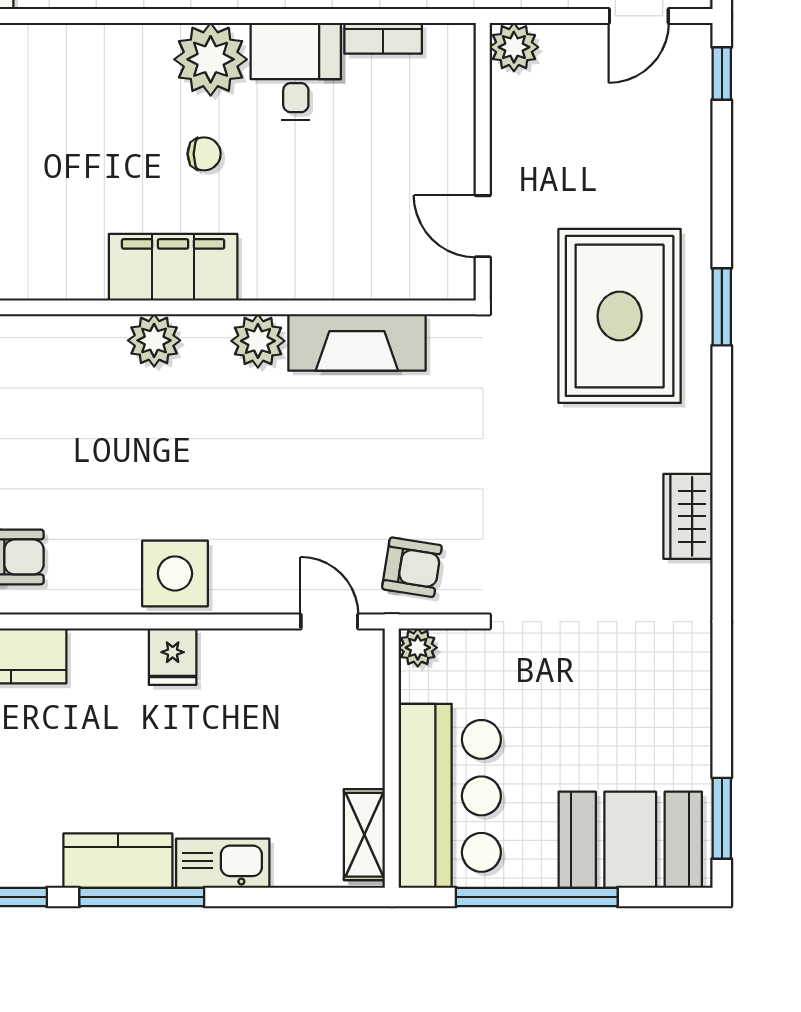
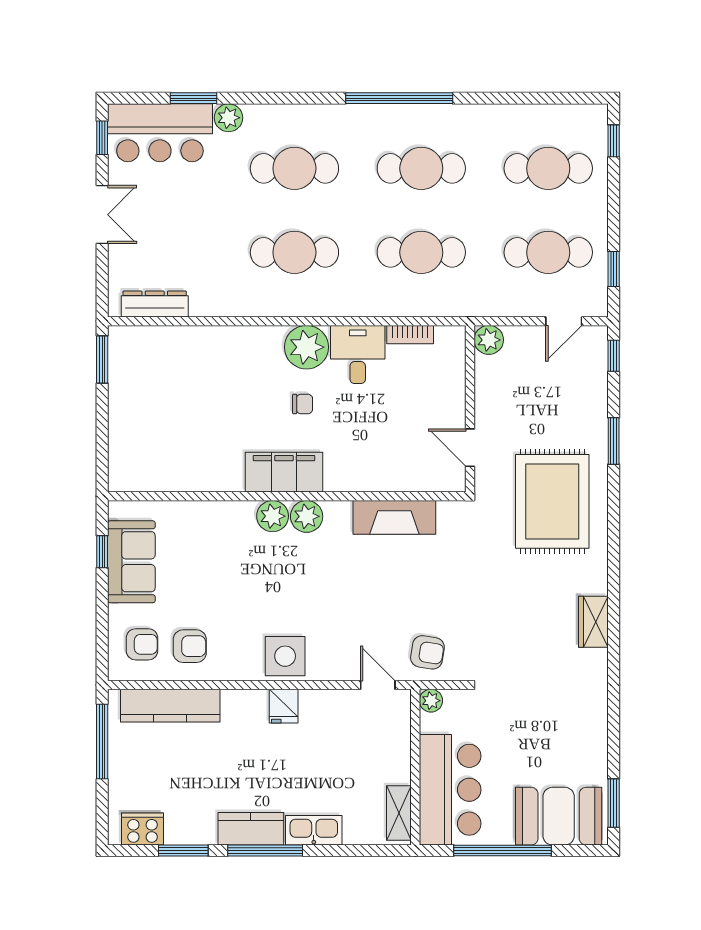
window: (722, 307) -> (614, 441), moved
plant: (258, 341) -> (307, 516), moved

